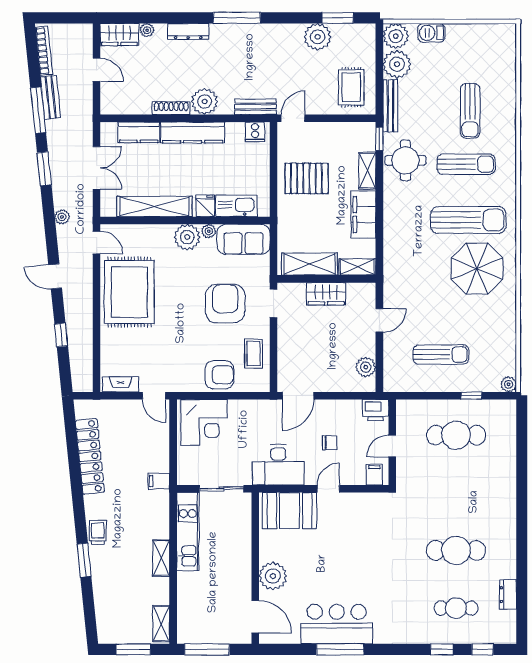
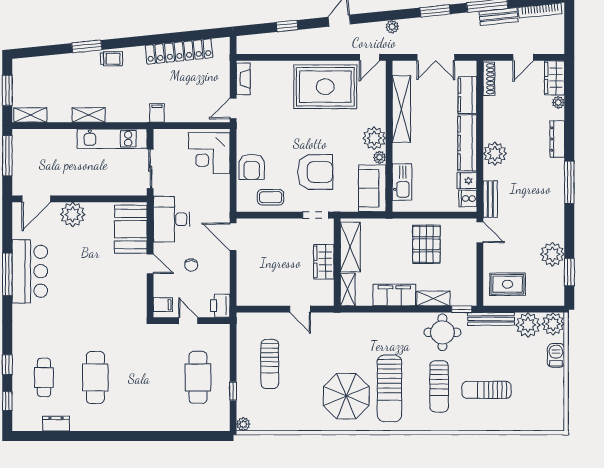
shoe rack: (171, 108) -> (489, 79), moved
fridge: (205, 206) -> (467, 181), moved, turned 180
plant: (366, 367) -> (258, 297), removed

